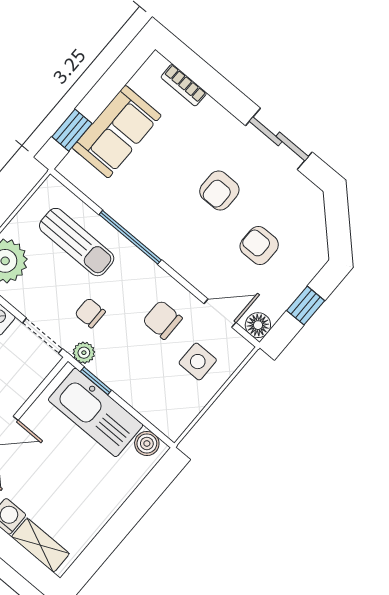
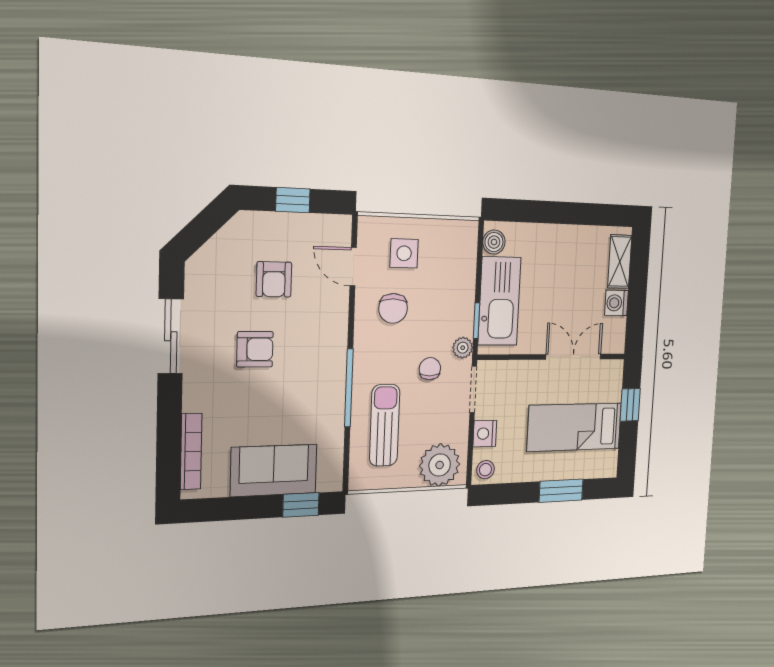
bookcase: (184, 85) -> (191, 452), width x1.56
chair: (90, 313) -> (430, 369), turned 180
floor lamp: (258, 325) -> (339, 228), removed

